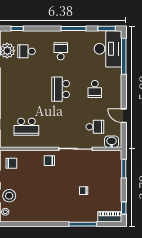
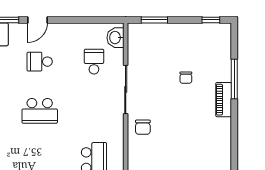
school desk: (95, 89) -> (40, 62), turned 180
door: (124, 116) -> (37, 20), moved
piano: (110, 217) -> (224, 100), moved

